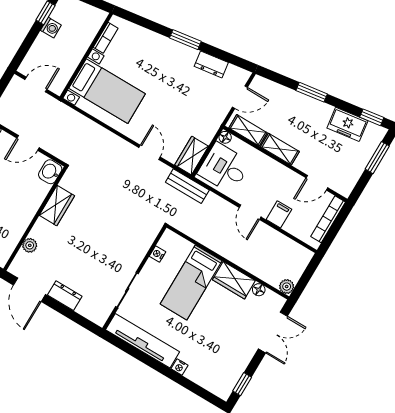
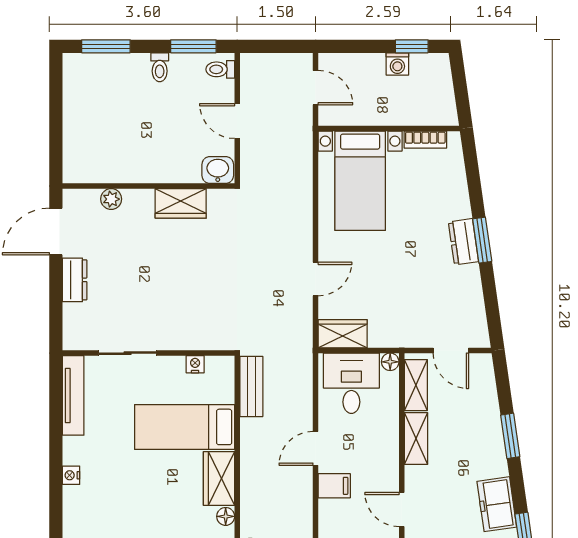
dresser: (211, 64) -> (463, 242), moved
bench: (187, 186) -> (251, 386), moved
tv unit: (143, 341) -> (73, 395), width x0.73, depth x0.78

